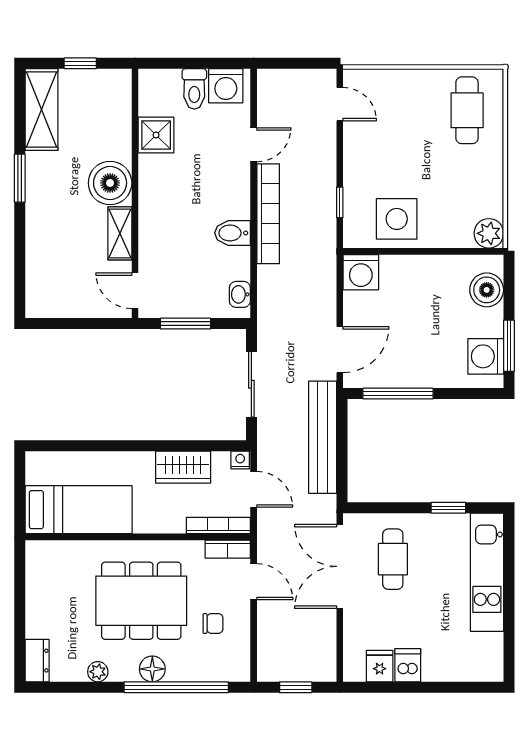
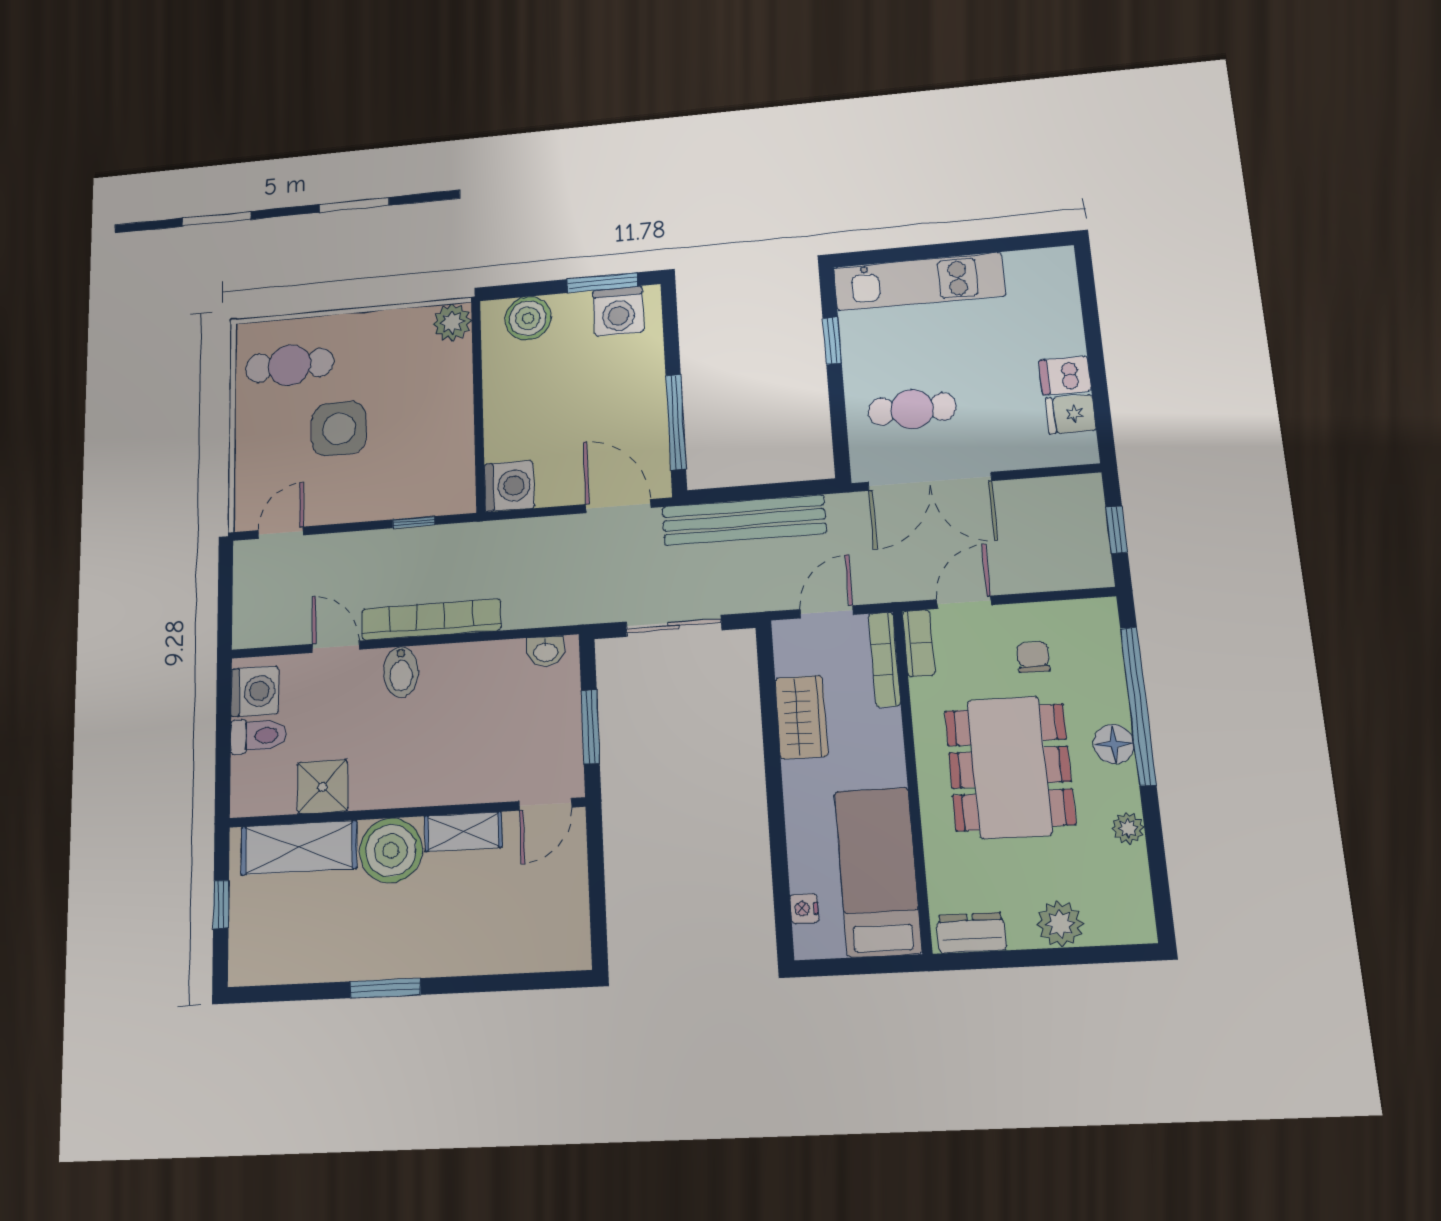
shelving: (41, 110) -> (299, 848), moved
side table: (397, 219) -> (339, 428), moved
bidet: (232, 233) -> (401, 672), moved
nightstand: (240, 460) -> (804, 909), moved
plant: (40, 622) -> (1060, 924), added
dresser: (37, 661) -> (971, 933), moved

